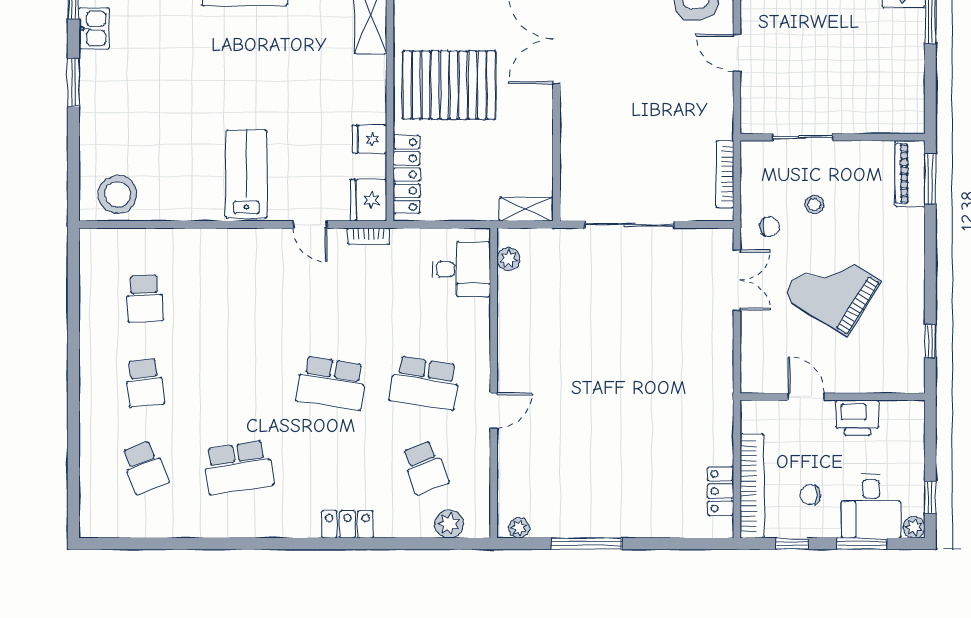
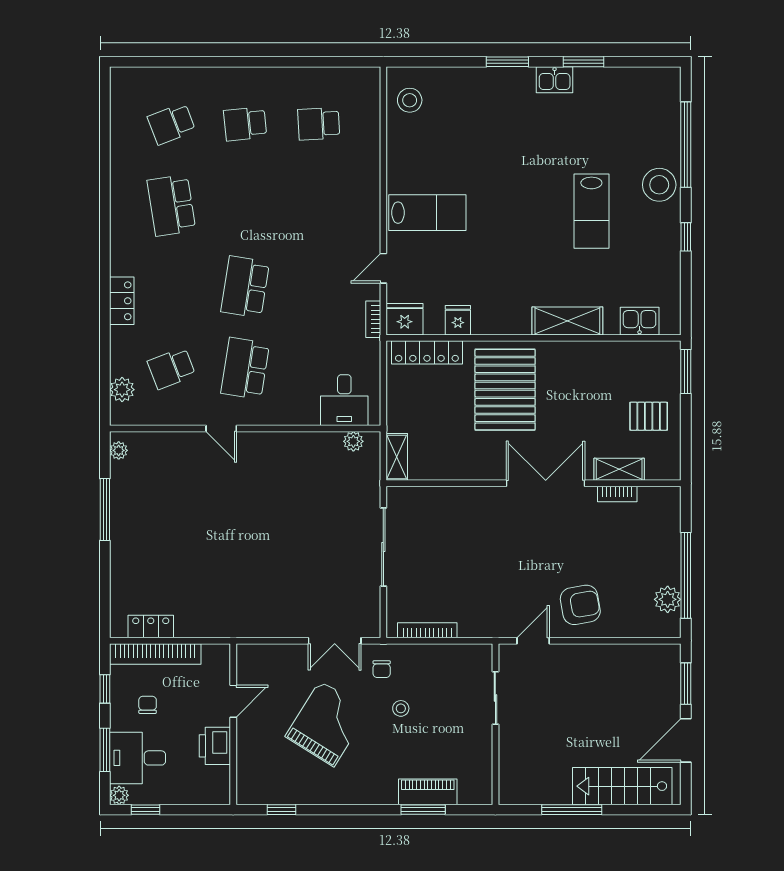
sliding door: (803, 137) -> (495, 698), moved
wall: (832, 137) -> (495, 724), moved
stool: (118, 194) -> (410, 100), width x0.73, depth x0.73

